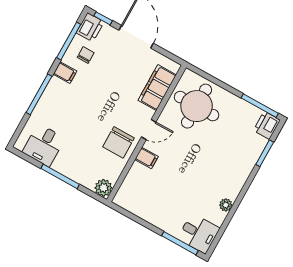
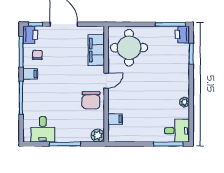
filing cabinet: (147, 158) -> (115, 119), moved

